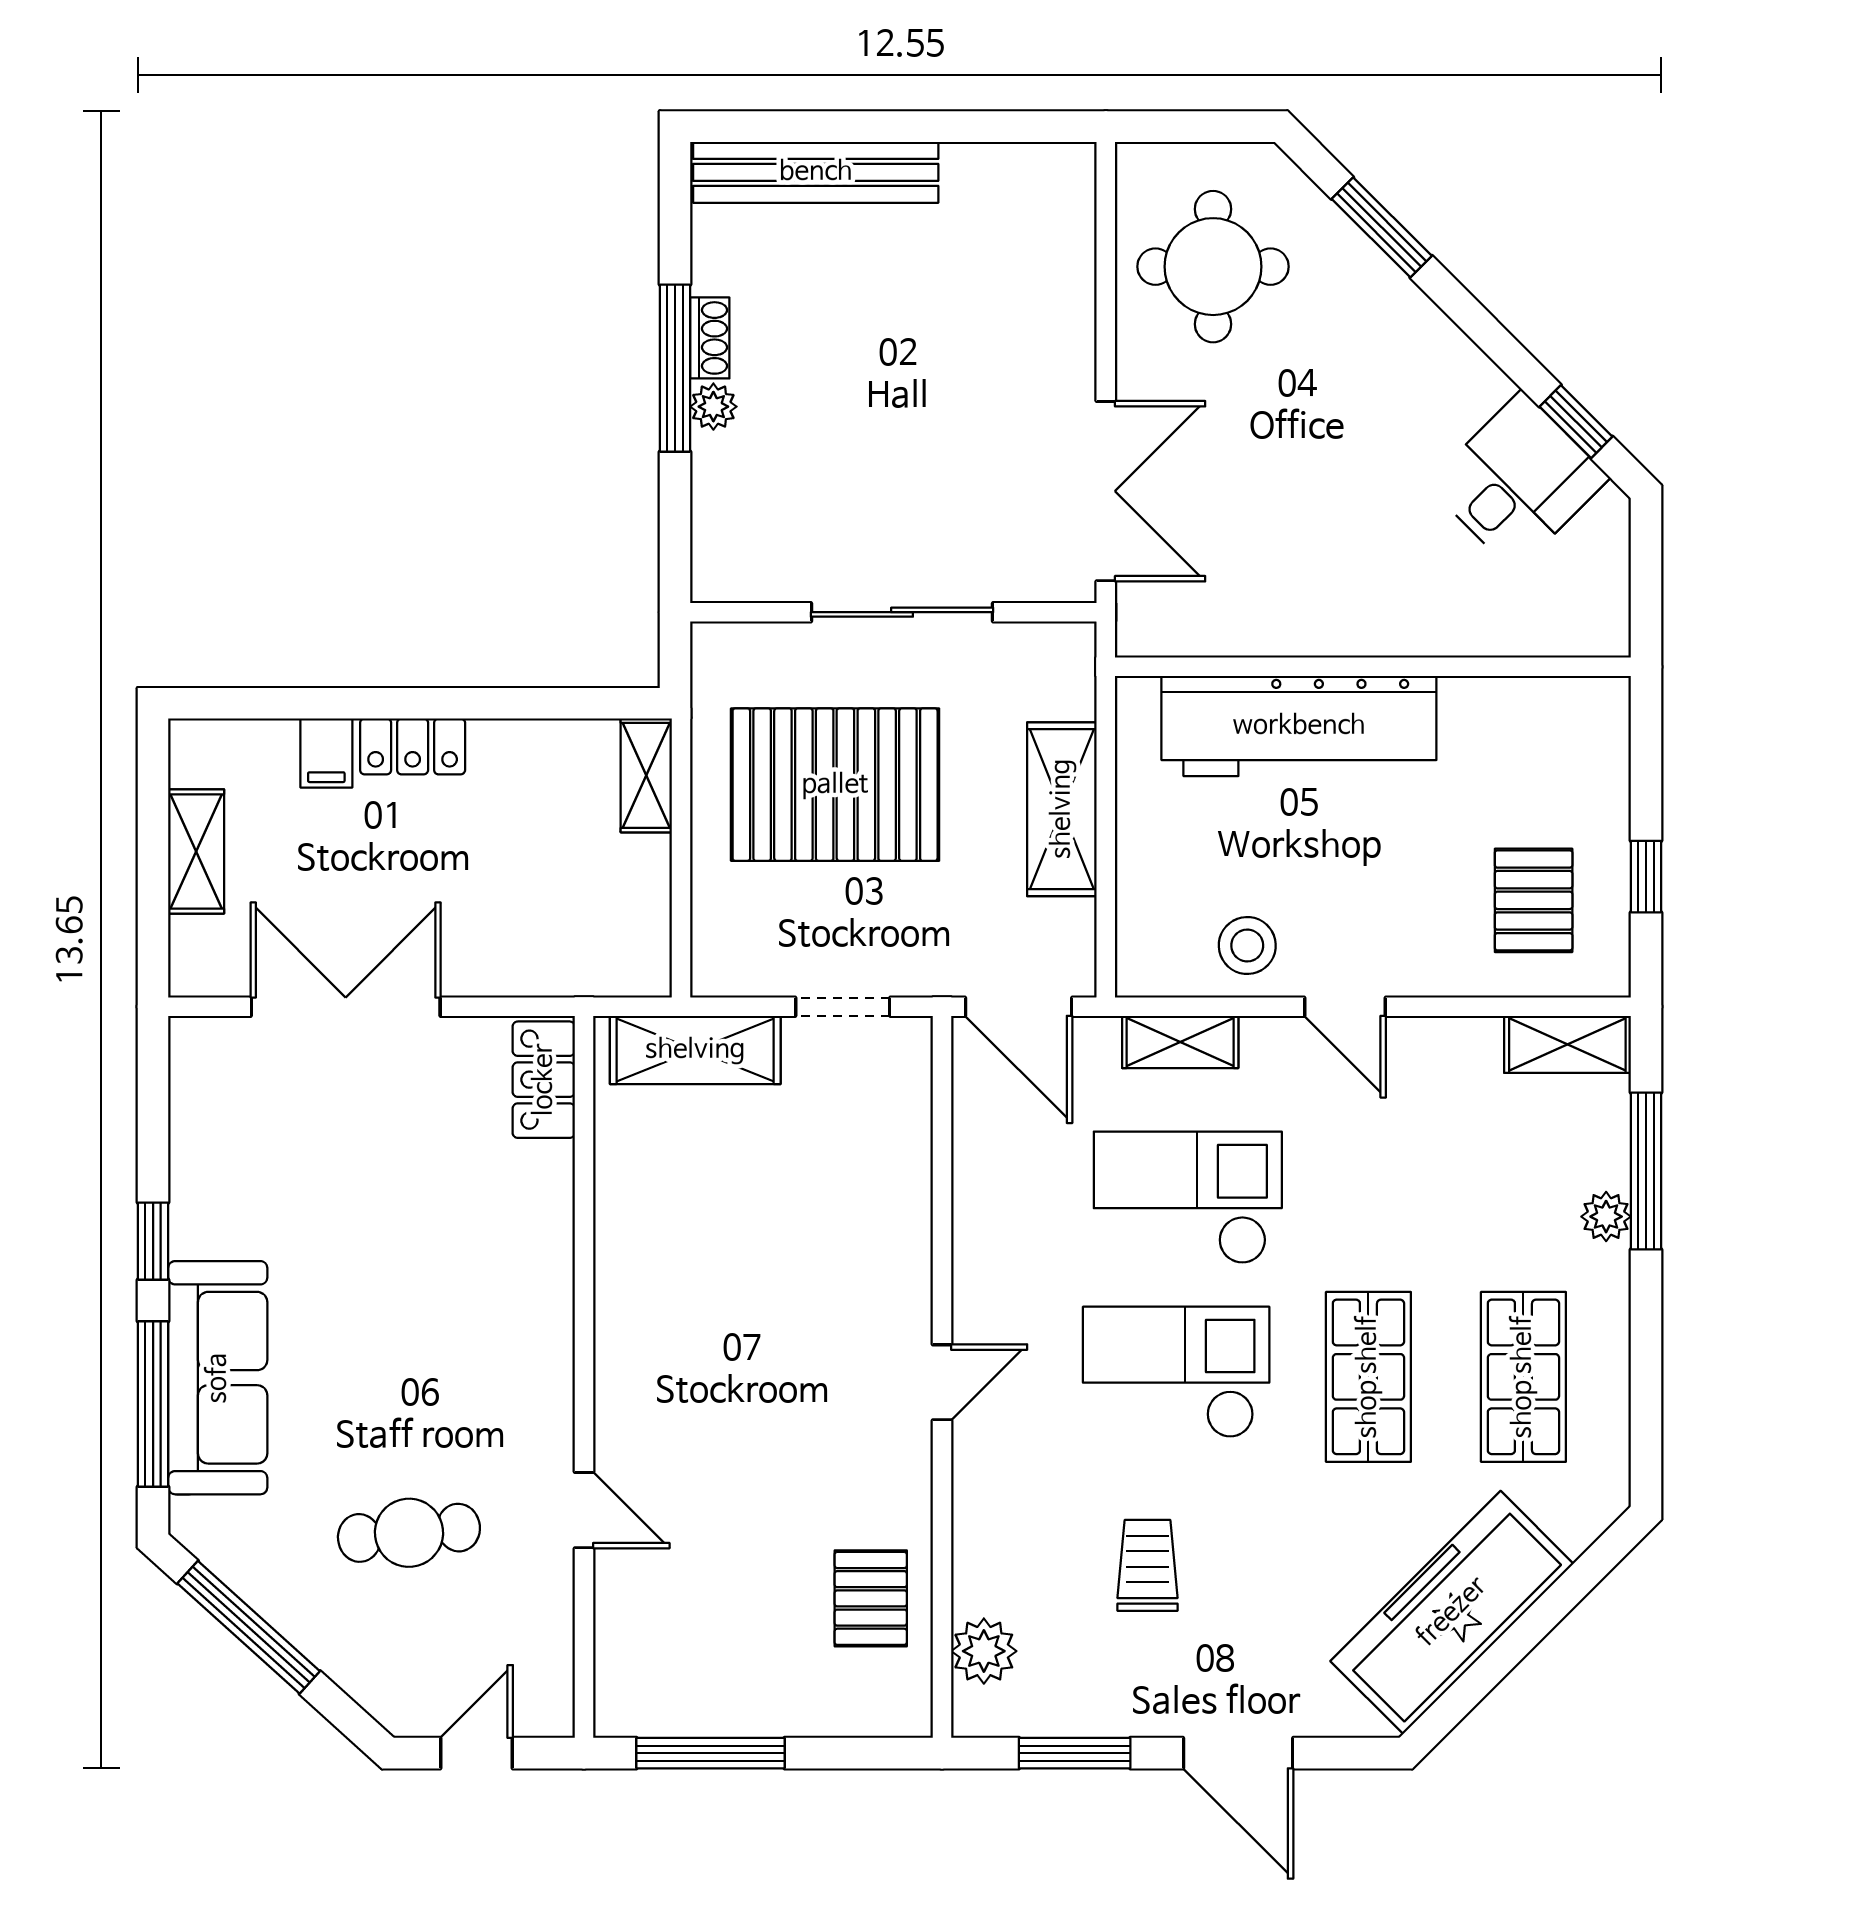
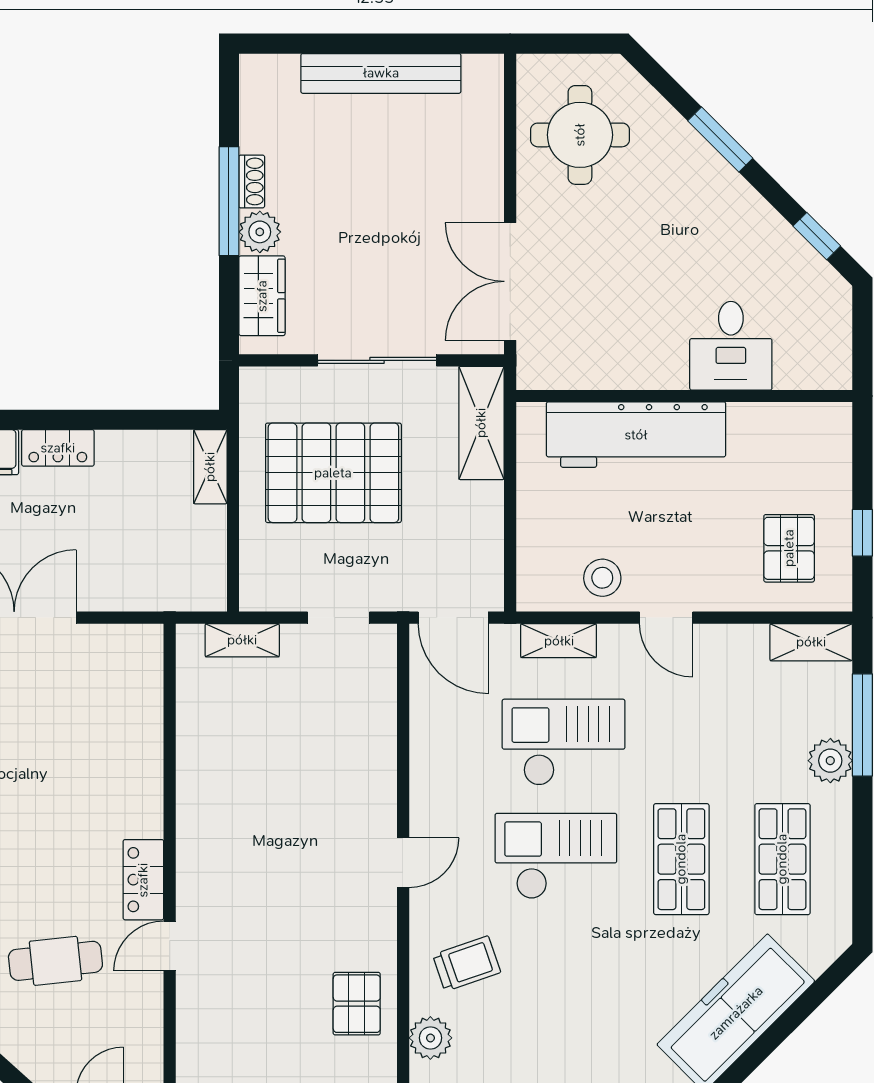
bench: (816, 172) -> (381, 73), moved
window: (1382, 227) -> (720, 140), moved
plant: (713, 407) -> (260, 232), width x1.38, depth x1.38
desk: (1518, 481) -> (731, 346), moved, turned 135
double door: (1106, 491) -> (510, 281), swing flipped
wardrobe: (726, 513) -> (262, 296), added
shelving: (1062, 809) -> (481, 423), moved
shelving: (695, 1050) -> (242, 640), width x0.67, depth x0.75
locker: (544, 1080) -> (143, 880), moved
plant: (1606, 1217) -> (830, 761), width x1.38, depth x1.38
door: (584, 1510) -> (170, 946), swing flipped
trolley: (1148, 1565) -> (467, 964), moved, turned 71

